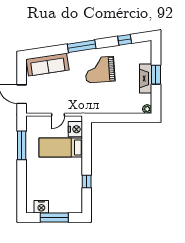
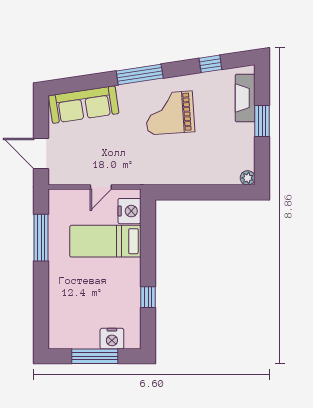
fireplace: (146, 78) -> (245, 98), moved
nightstand: (41, 207) -> (112, 339), moved

